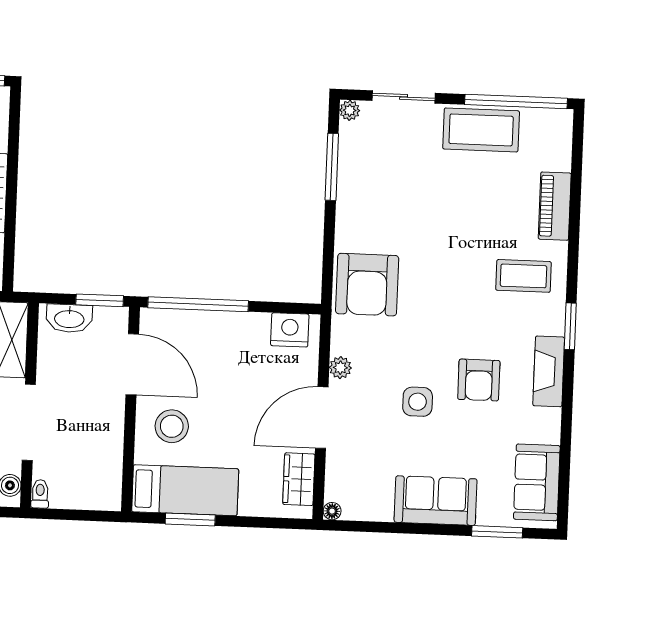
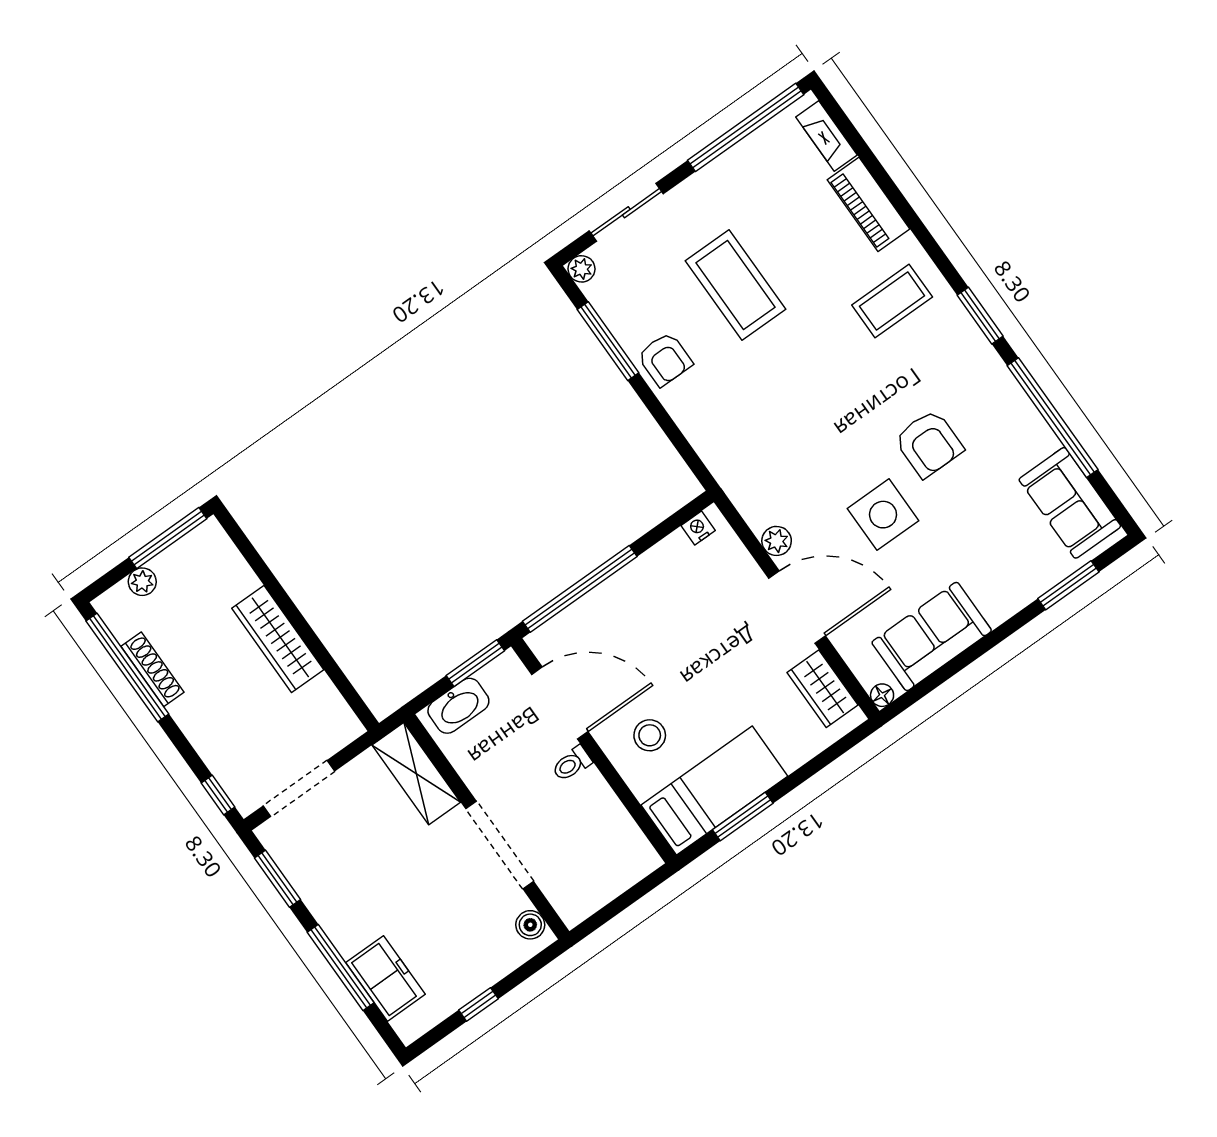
coffee table: (481, 130) -> (735, 285), moved, turned 90
armchair: (367, 285) -> (665, 359), moved, width x0.53, depth x0.53
nightstand: (290, 330) -> (698, 528), width x0.53, depth x0.56
fireplace: (549, 371) -> (827, 136), moved, width x0.73, depth x0.76
side table: (418, 402) -> (883, 515), width x1.37, depth x1.37
door: (322, 418) -> (797, 607), swing flipped
window: (566, 422) -> (1053, 418), added
stool: (172, 426) -> (650, 735), width x0.73, depth x0.73
toilet: (40, 494) -> (572, 764), moved, turned -90
sofa: (436, 501) -> (932, 636), moved

